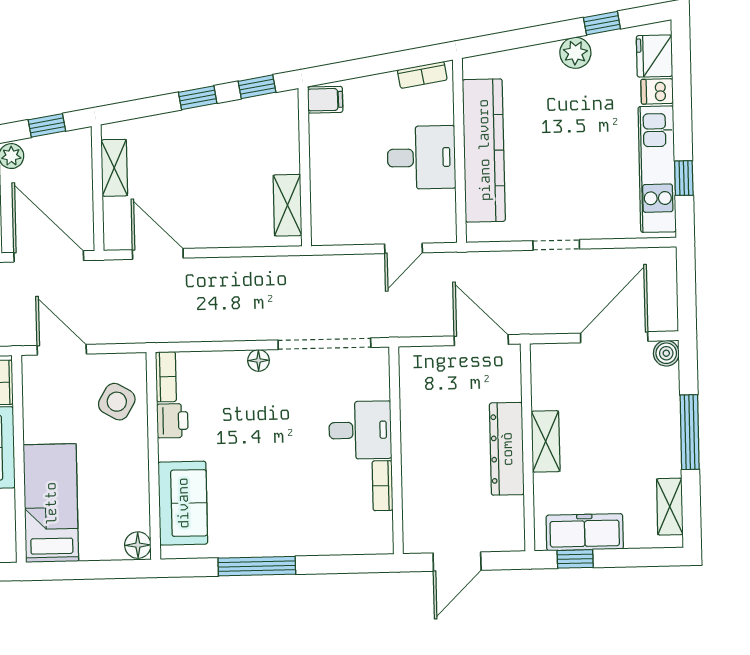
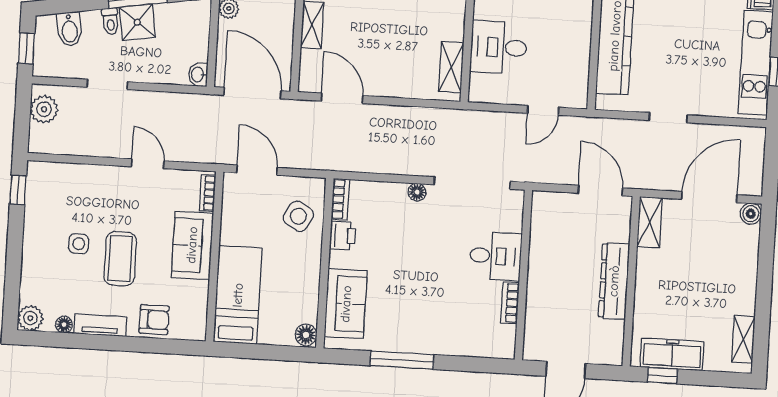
desk: (421, 158) -> (499, 47), moved, turned 180
window: (690, 432) -> (765, 280), removed
shelving: (546, 441) -> (650, 222), moved

